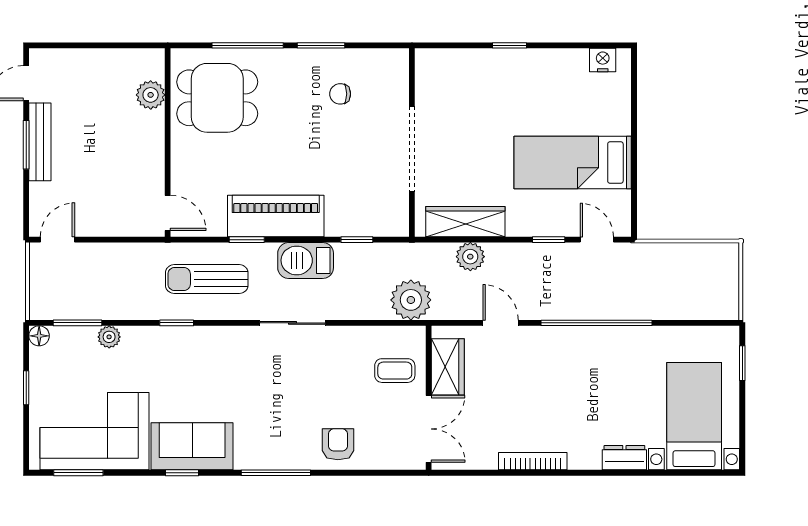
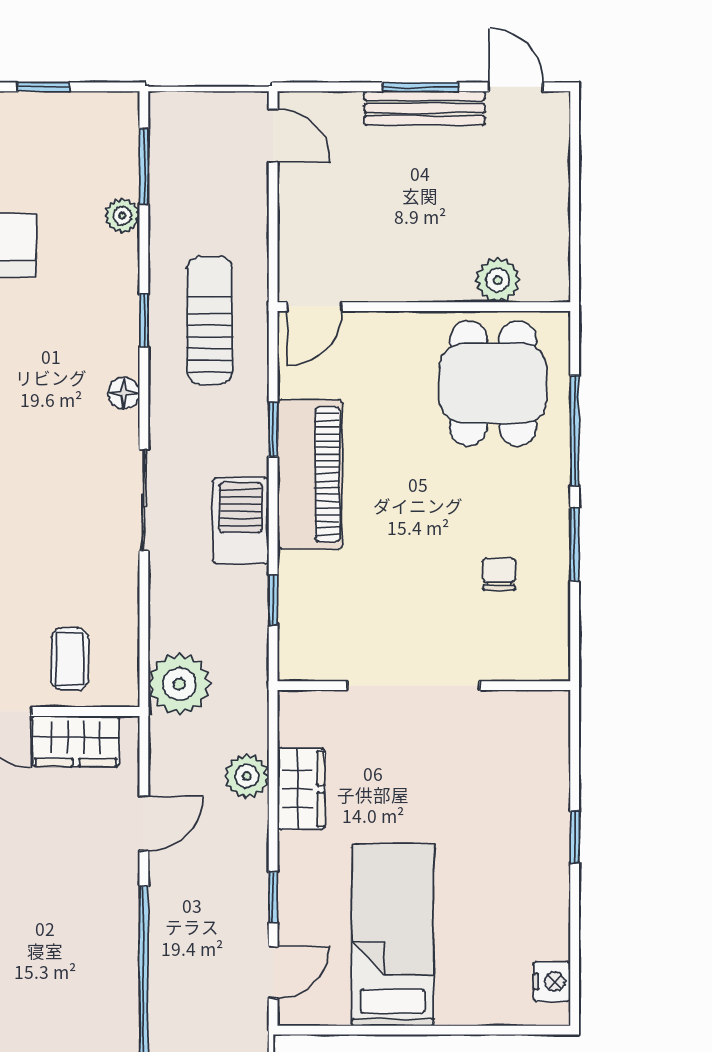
wardrobe: (465, 222) -> (301, 789), width x0.67
sun lounger: (207, 279) -> (210, 320), moved
floor lamp: (39, 336) -> (124, 393), moved

